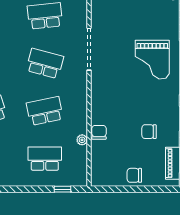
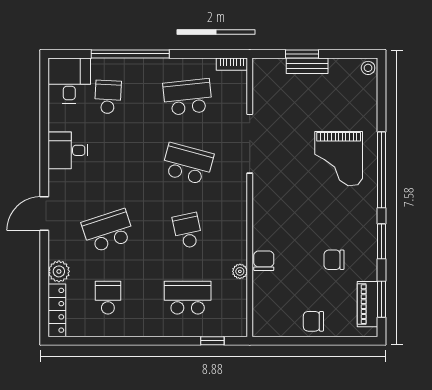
school desk: (45, 111) -> (188, 231), width x0.54

